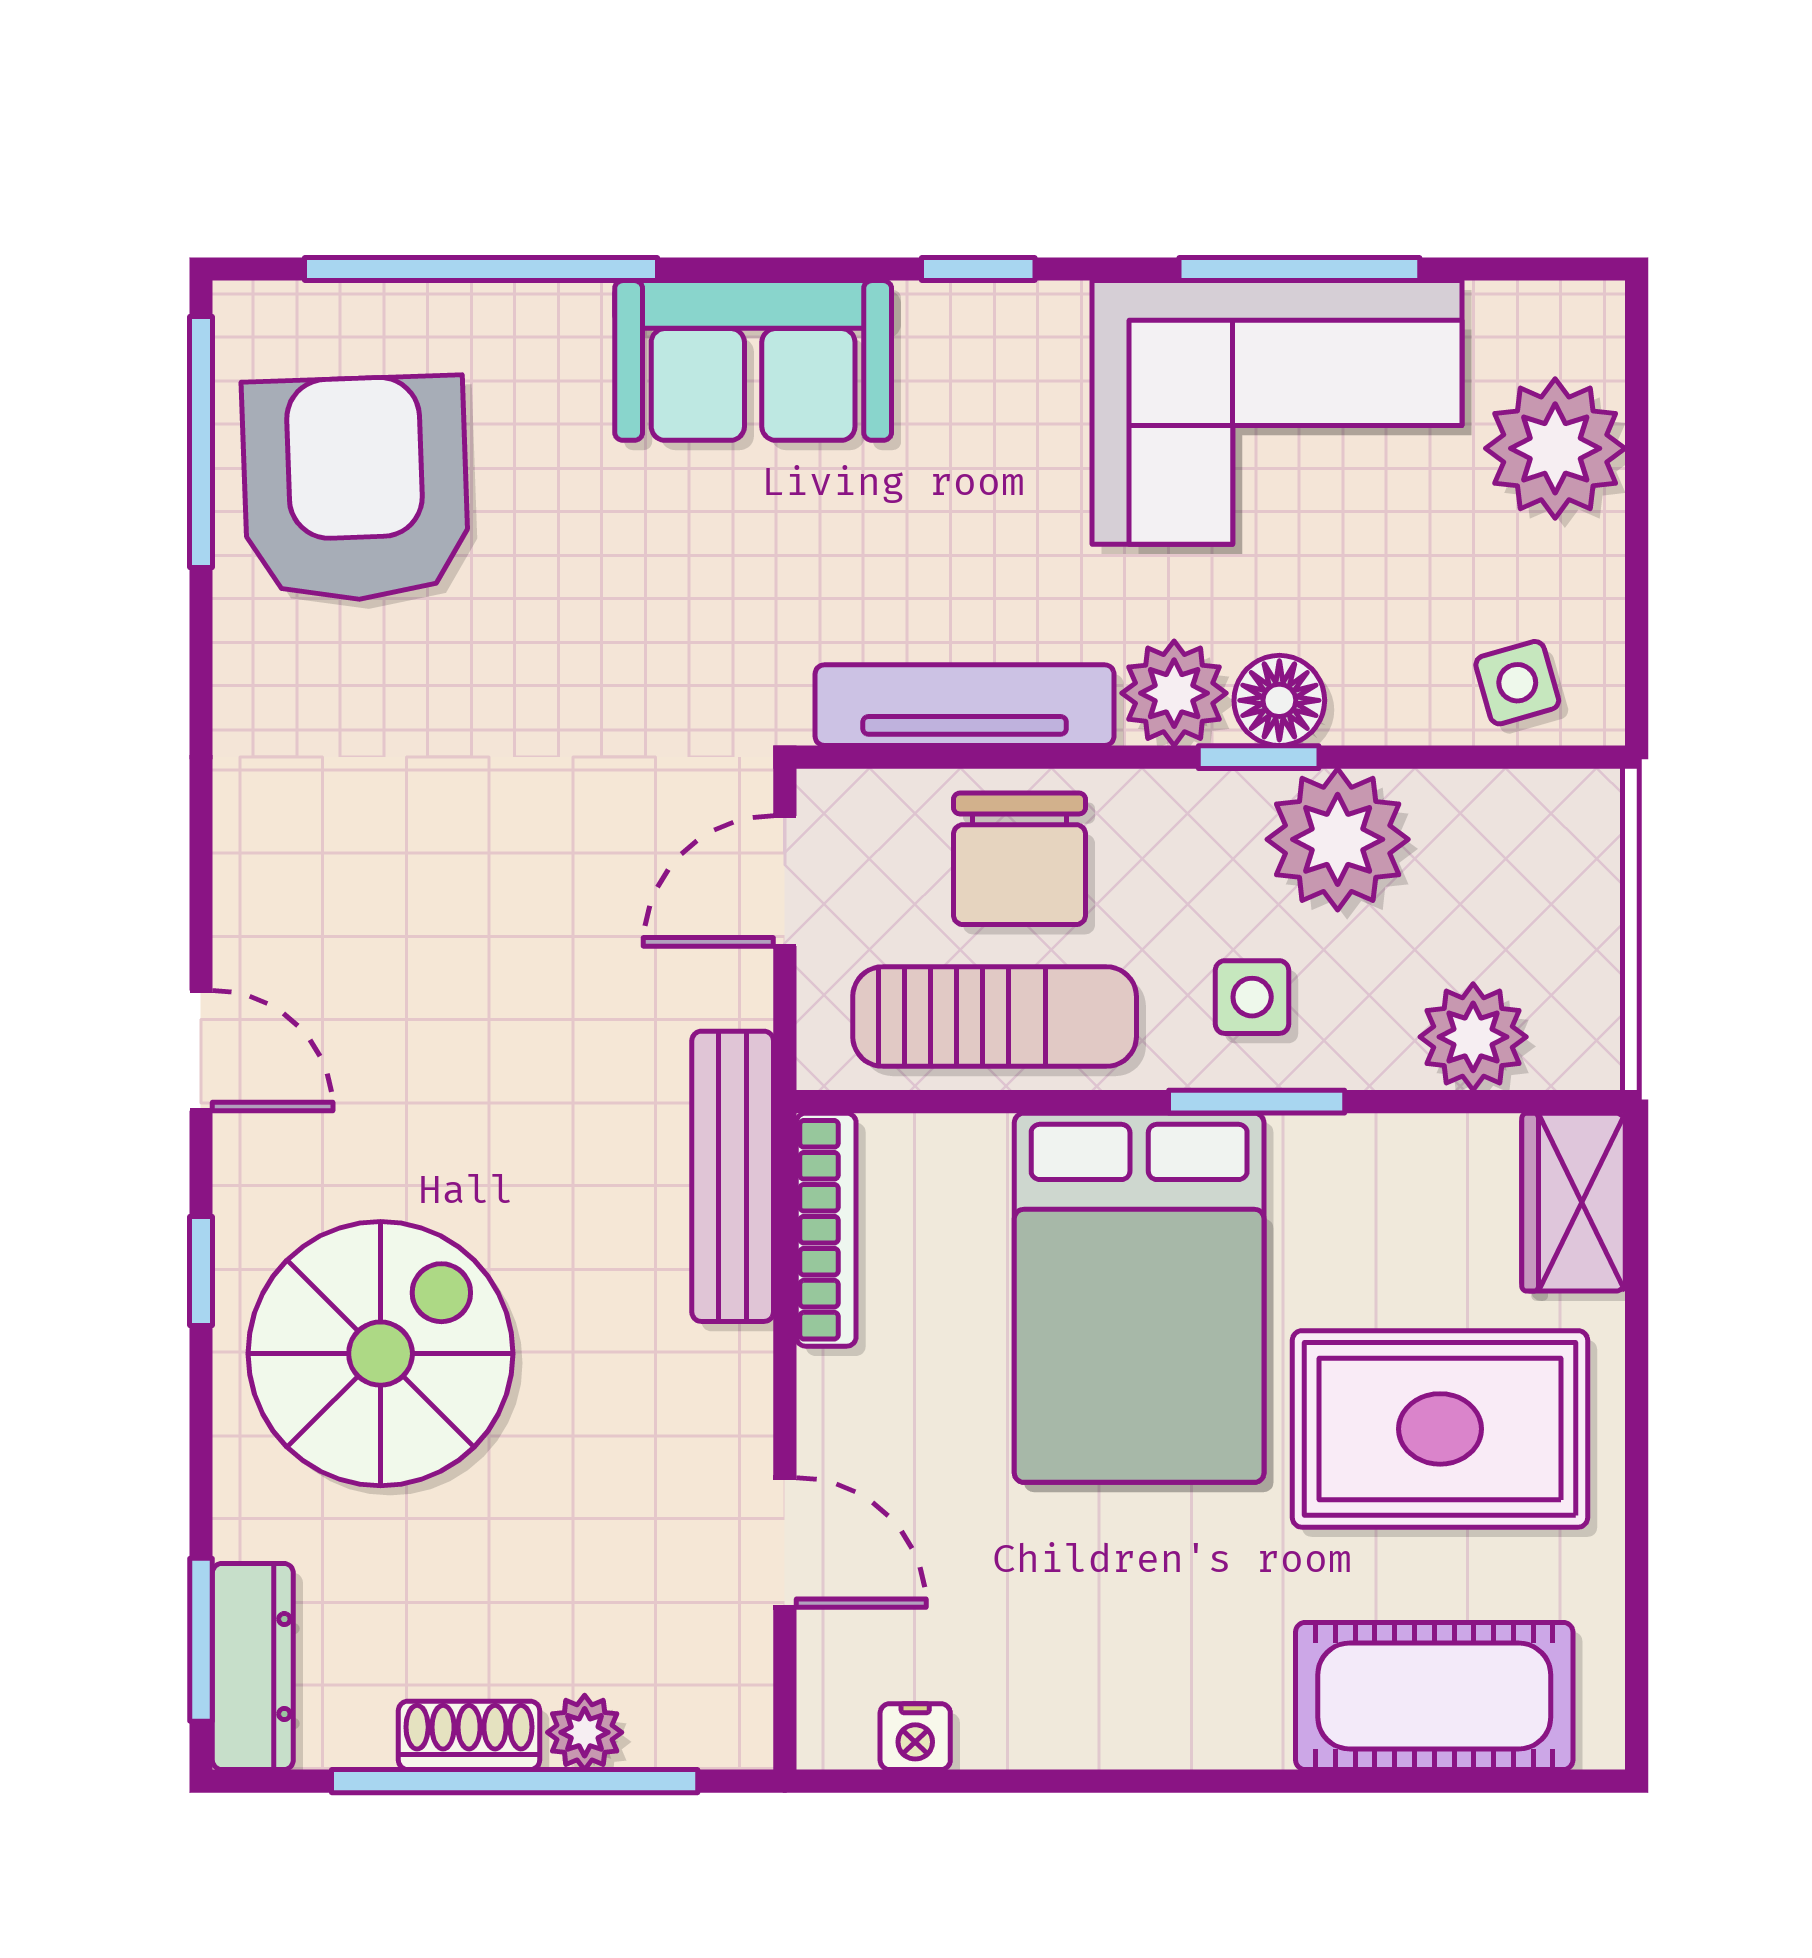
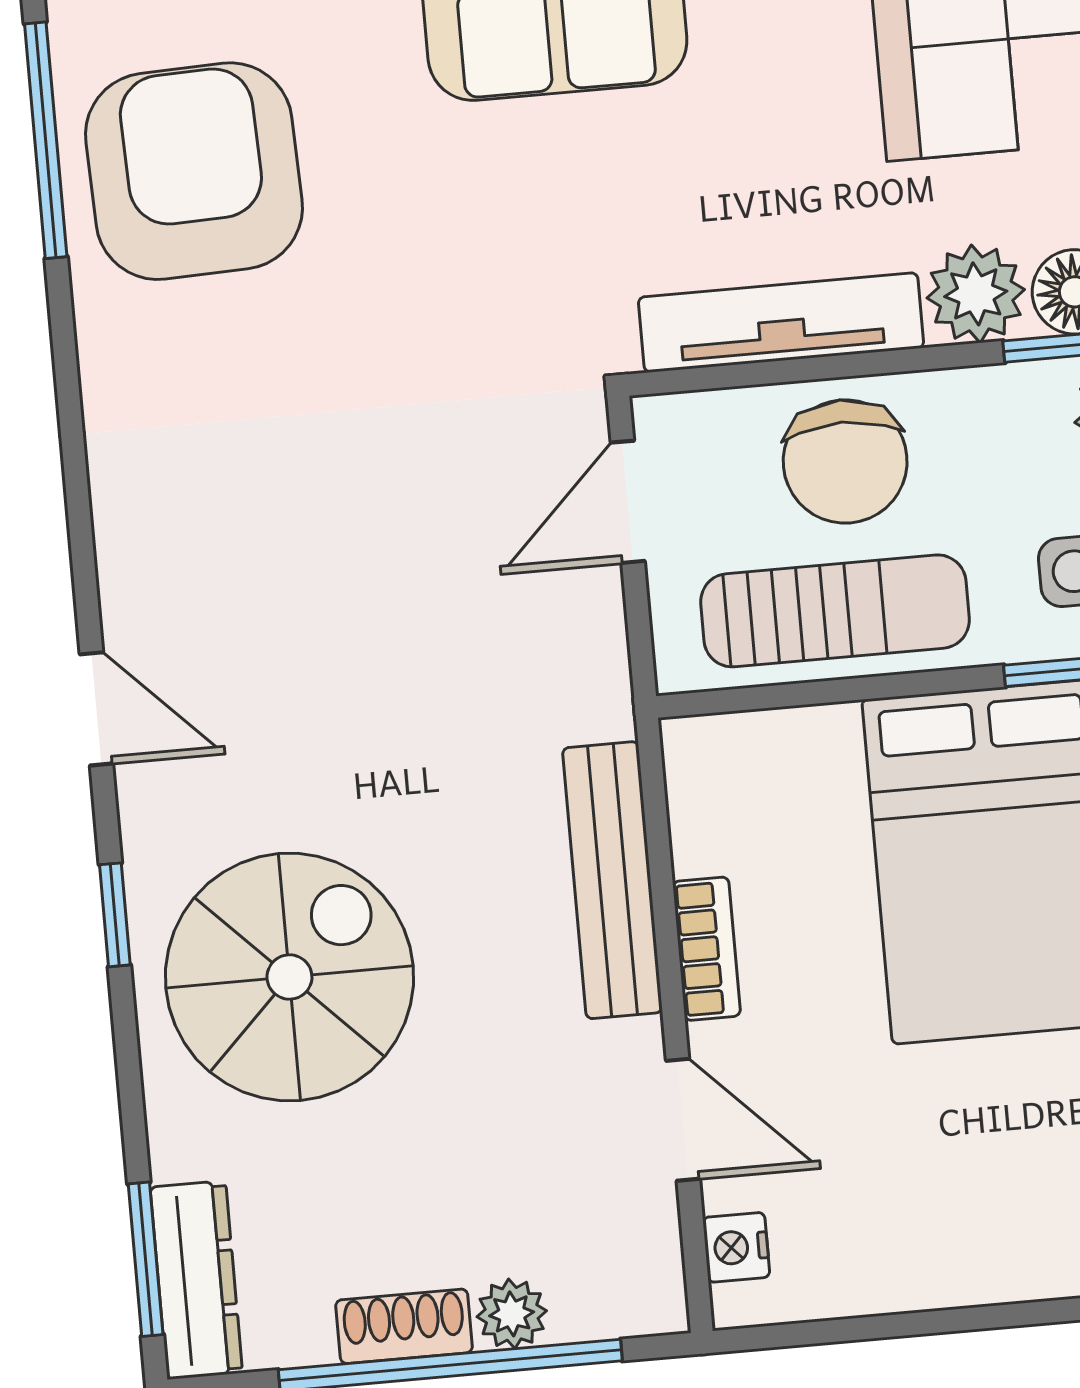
bench: (733, 1176) -> (612, 880), moved
bookcase: (826, 1230) -> (707, 949), moved, width x0.64
nightstand: (915, 1737) -> (736, 1247), moved, turned 90

